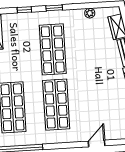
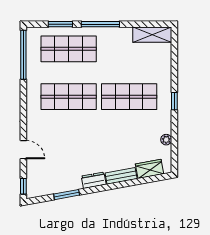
window: (24, 10) -> (174, 69), removed
door: (97, 143) -> (23, 150), moved

